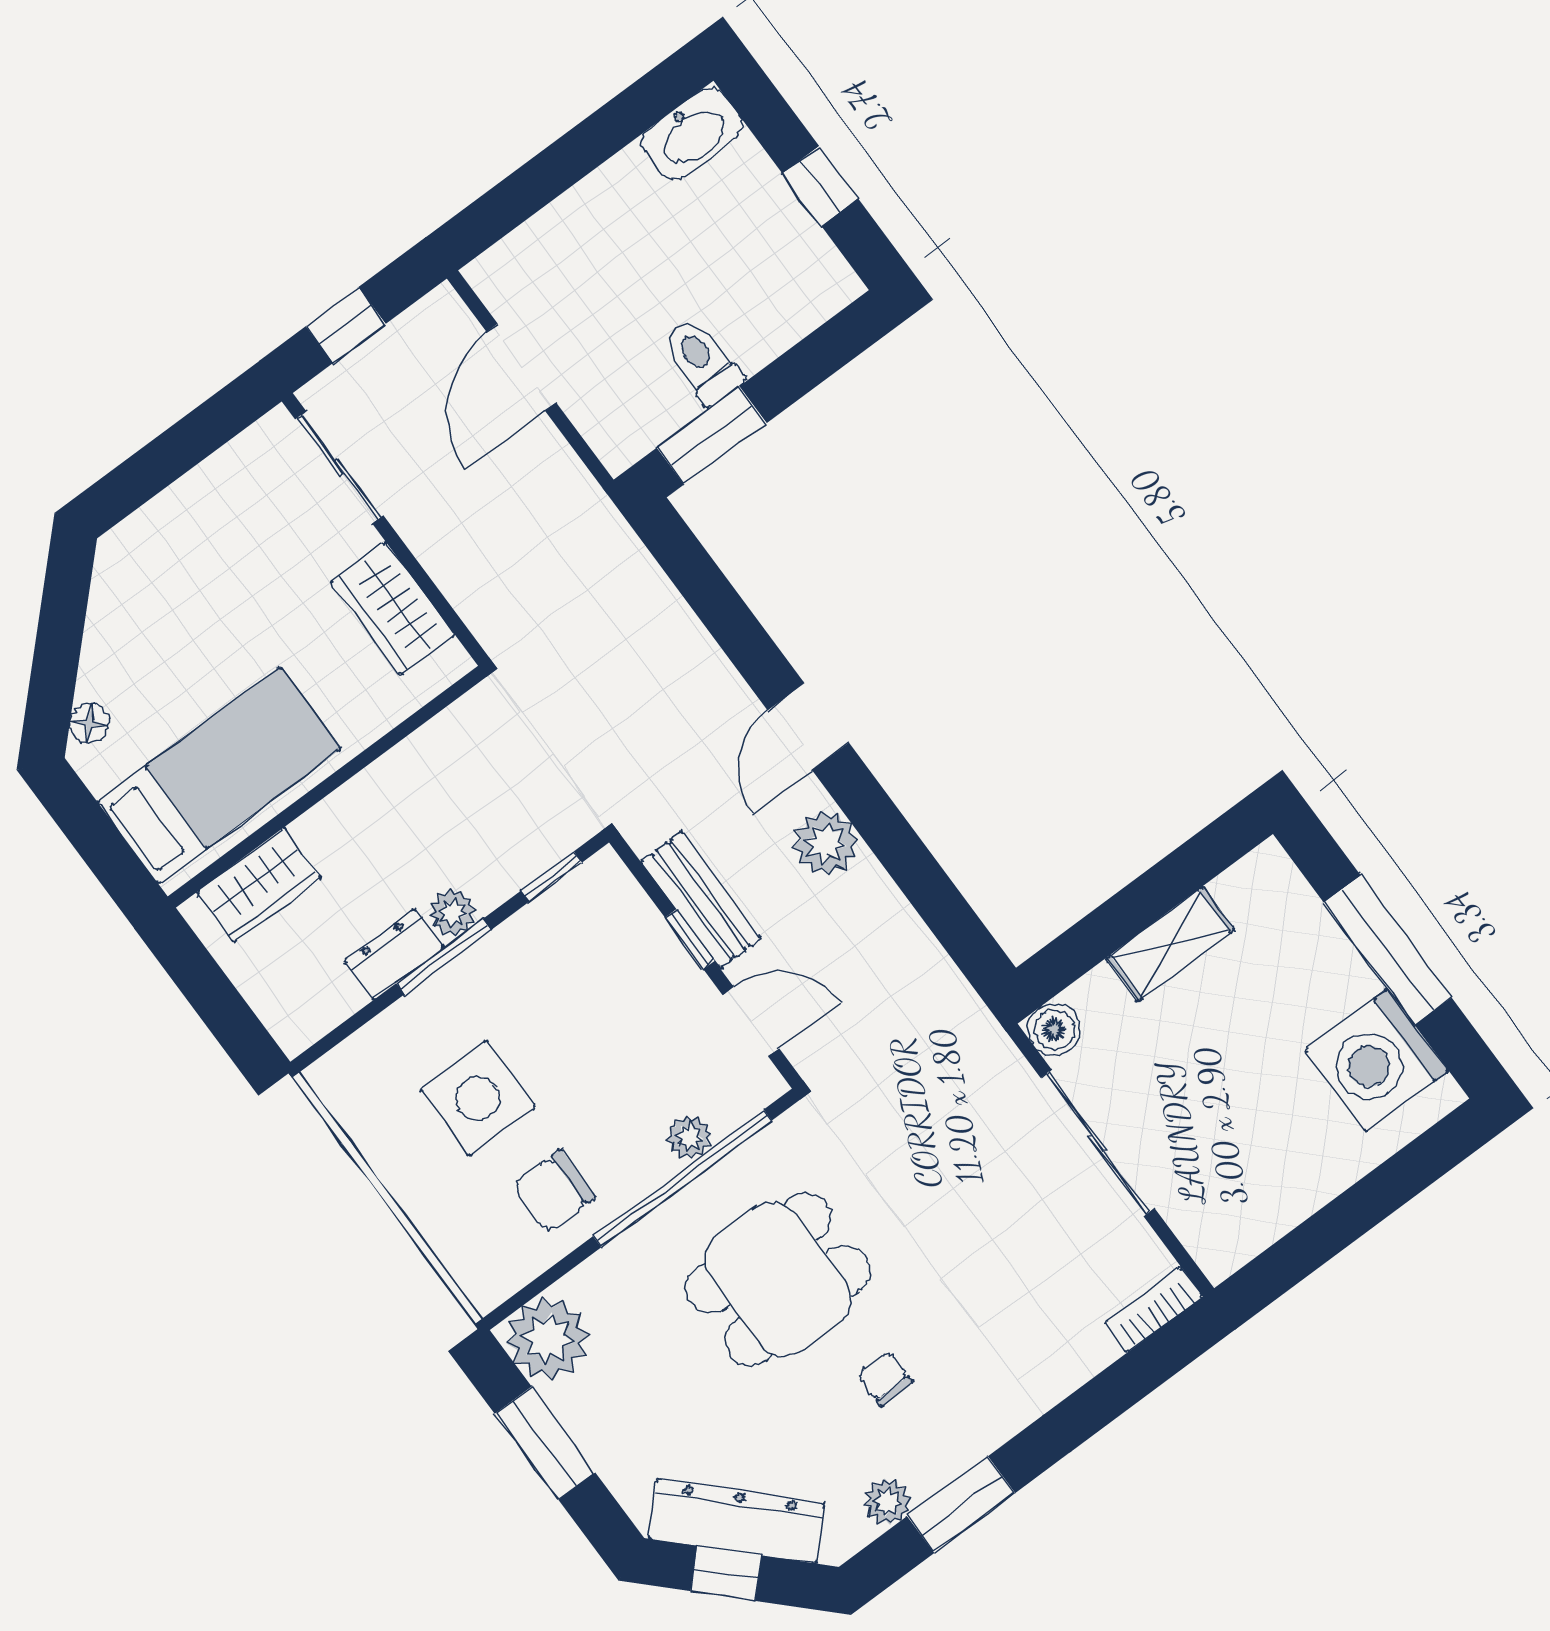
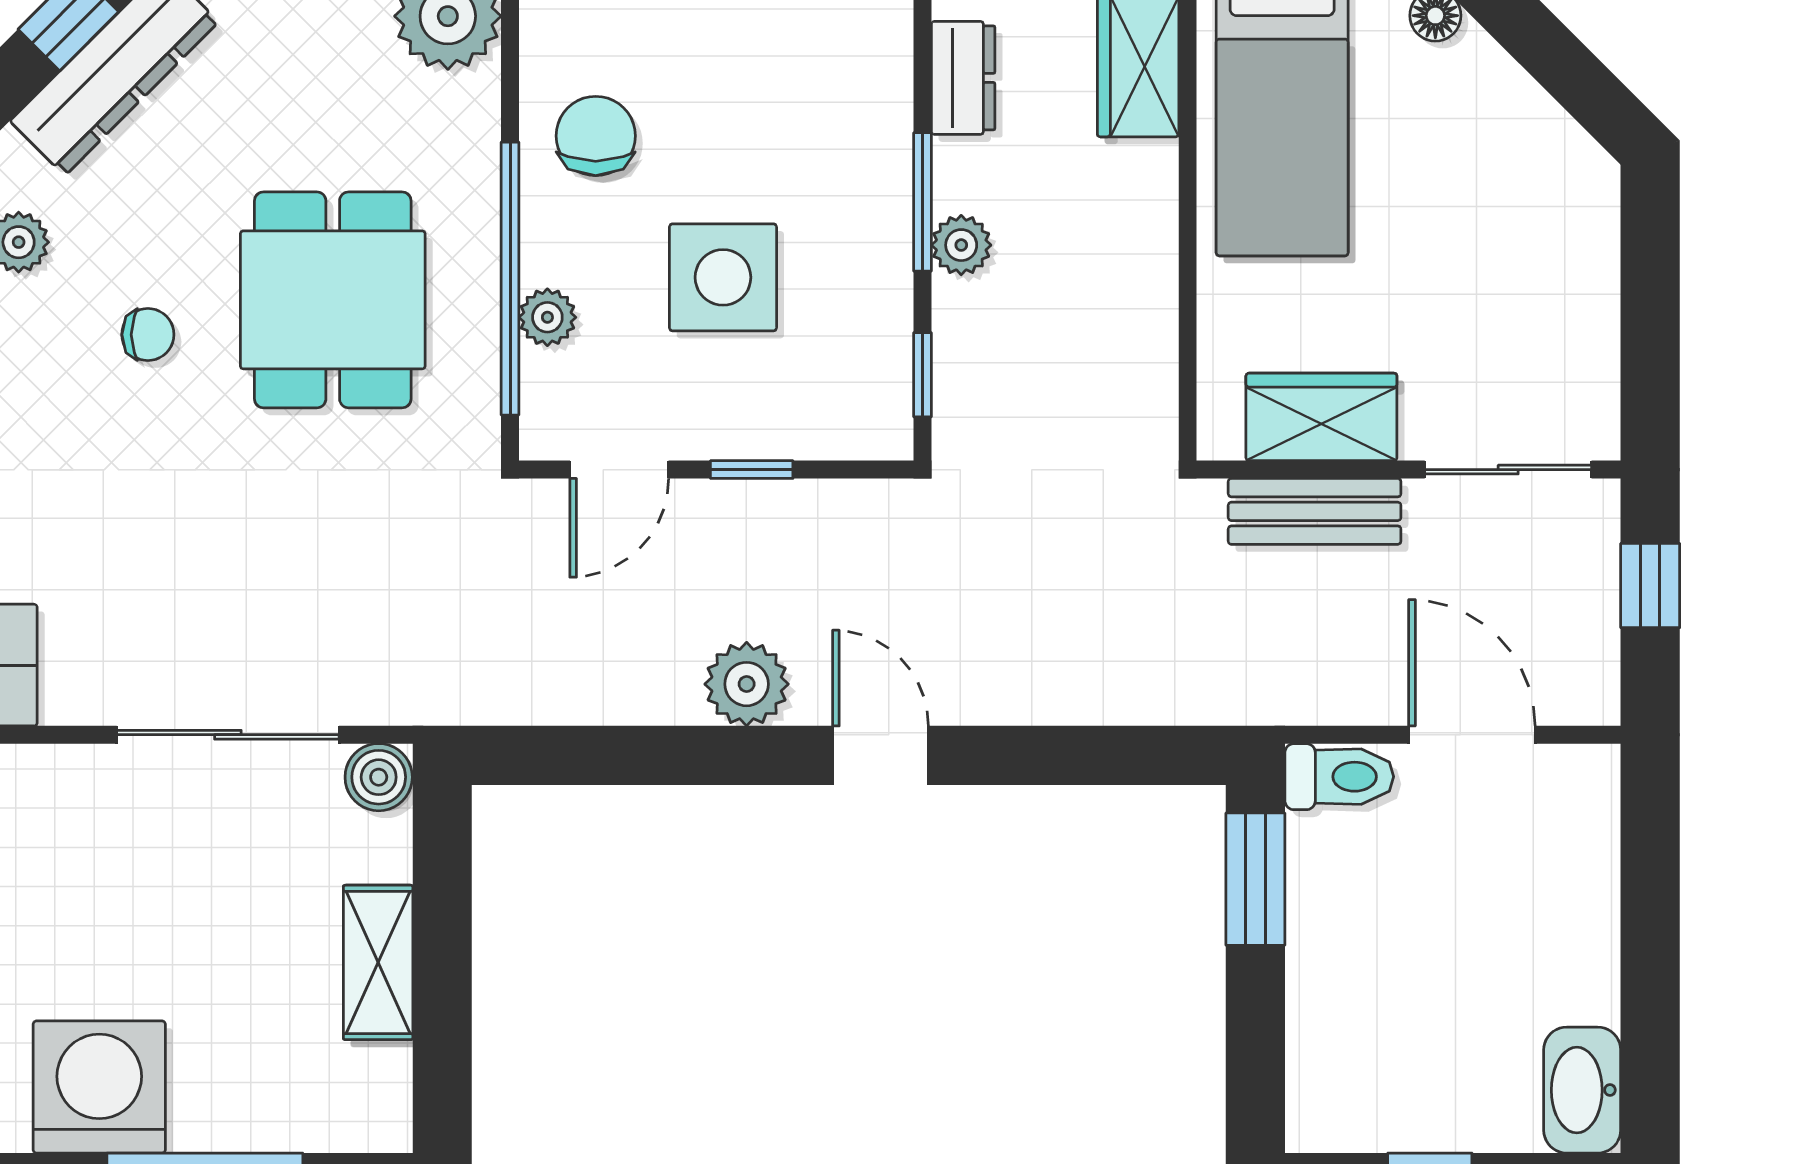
toilet: (703, 361) -> (1339, 777), moved
bench: (701, 900) -> (1315, 511), moved
dresser: (394, 954) -> (963, 78), moved
side table: (478, 1098) -> (723, 277), moved

